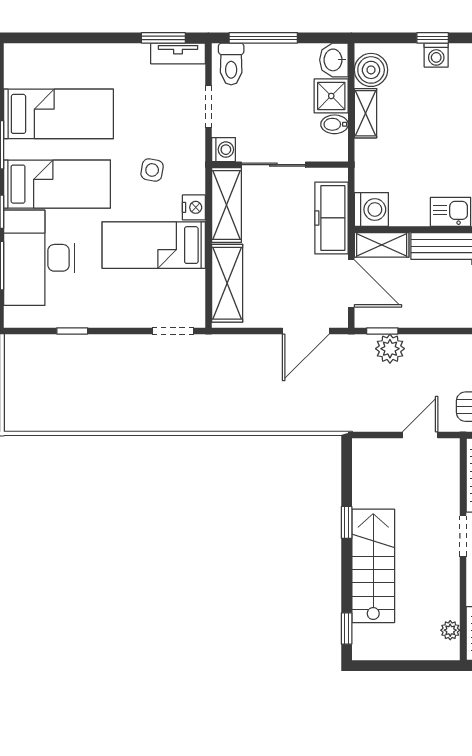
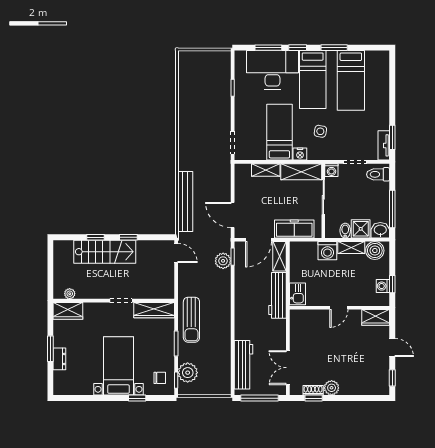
window: (263, 38) -> (392, 209), moved
washing machine: (371, 209) -> (327, 251), moved
shelving: (227, 283) -> (266, 170), width x0.67, depth x0.75
bench: (281, 418) -> (185, 202), added
door: (420, 435) -> (176, 253), moved
window: (347, 629) -> (95, 237), moved

